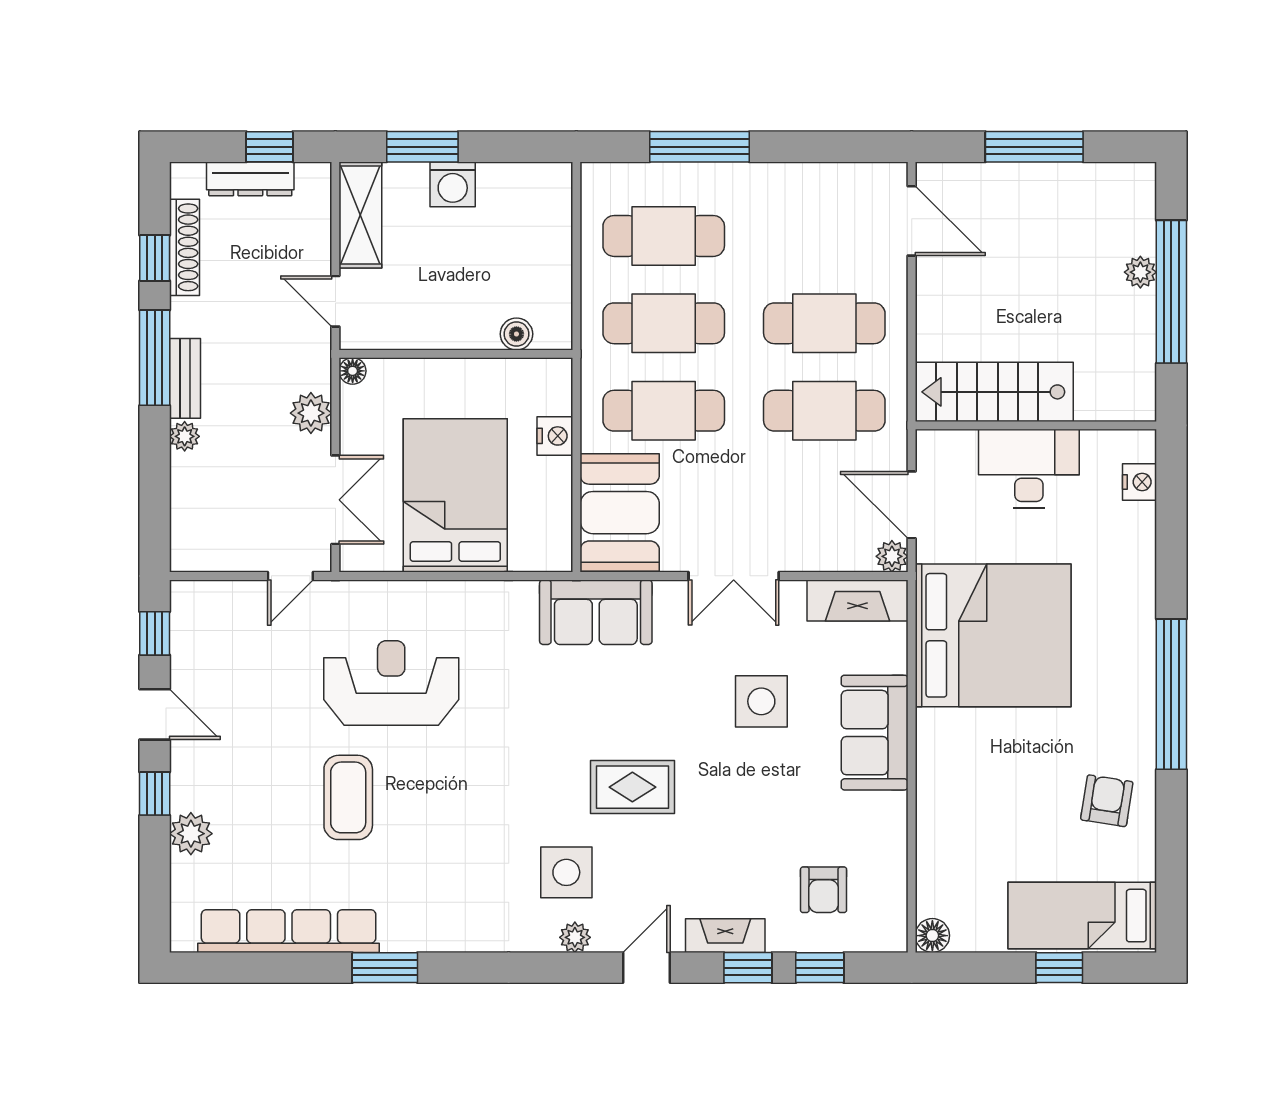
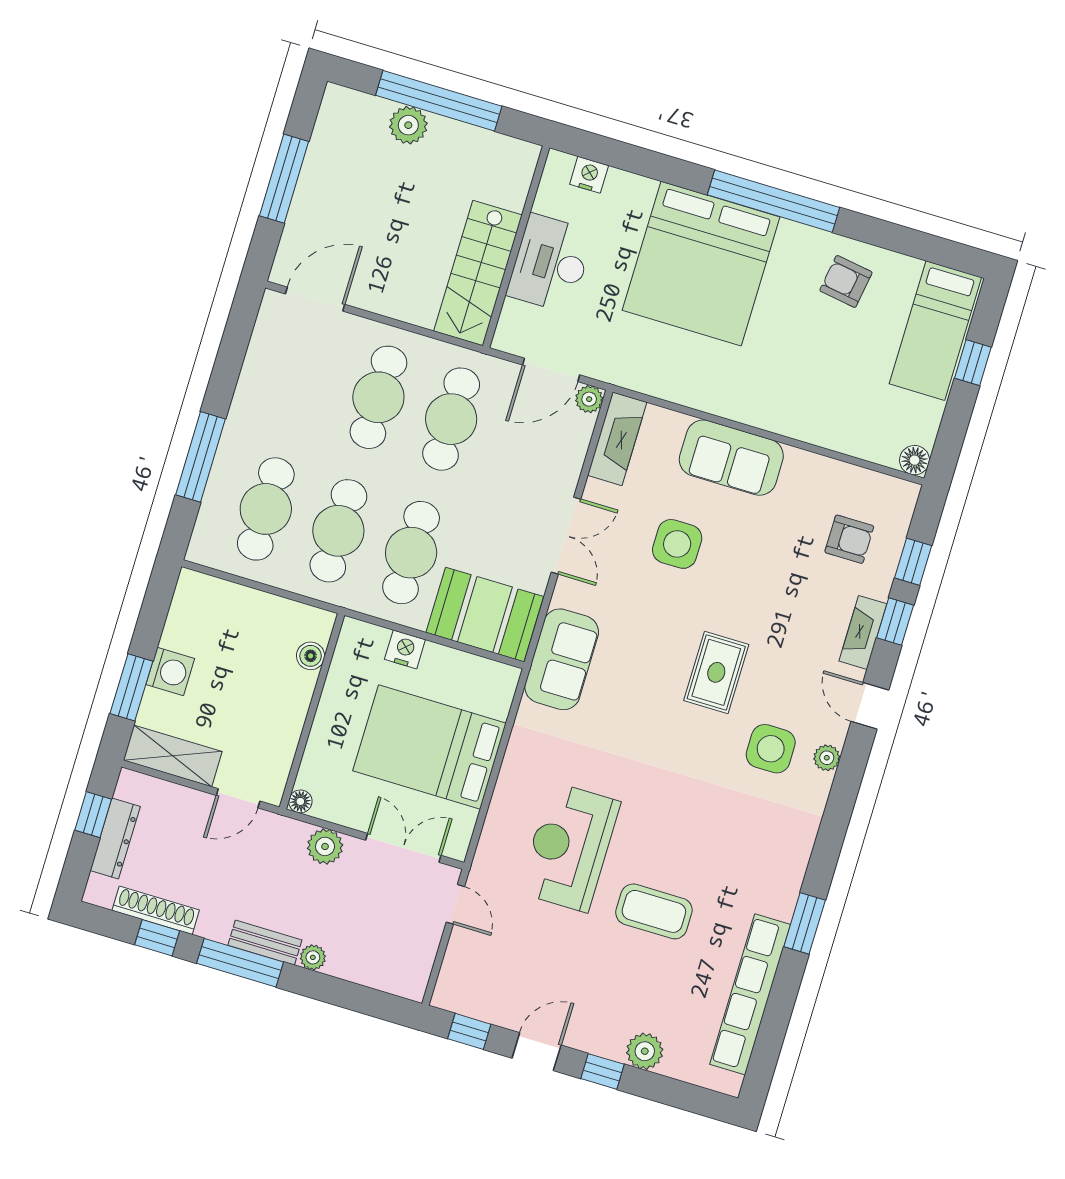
plant: (1140, 272) -> (408, 125), width x1.38, depth x1.38
bed: (993, 635) -> (701, 264), moved, turned 180

